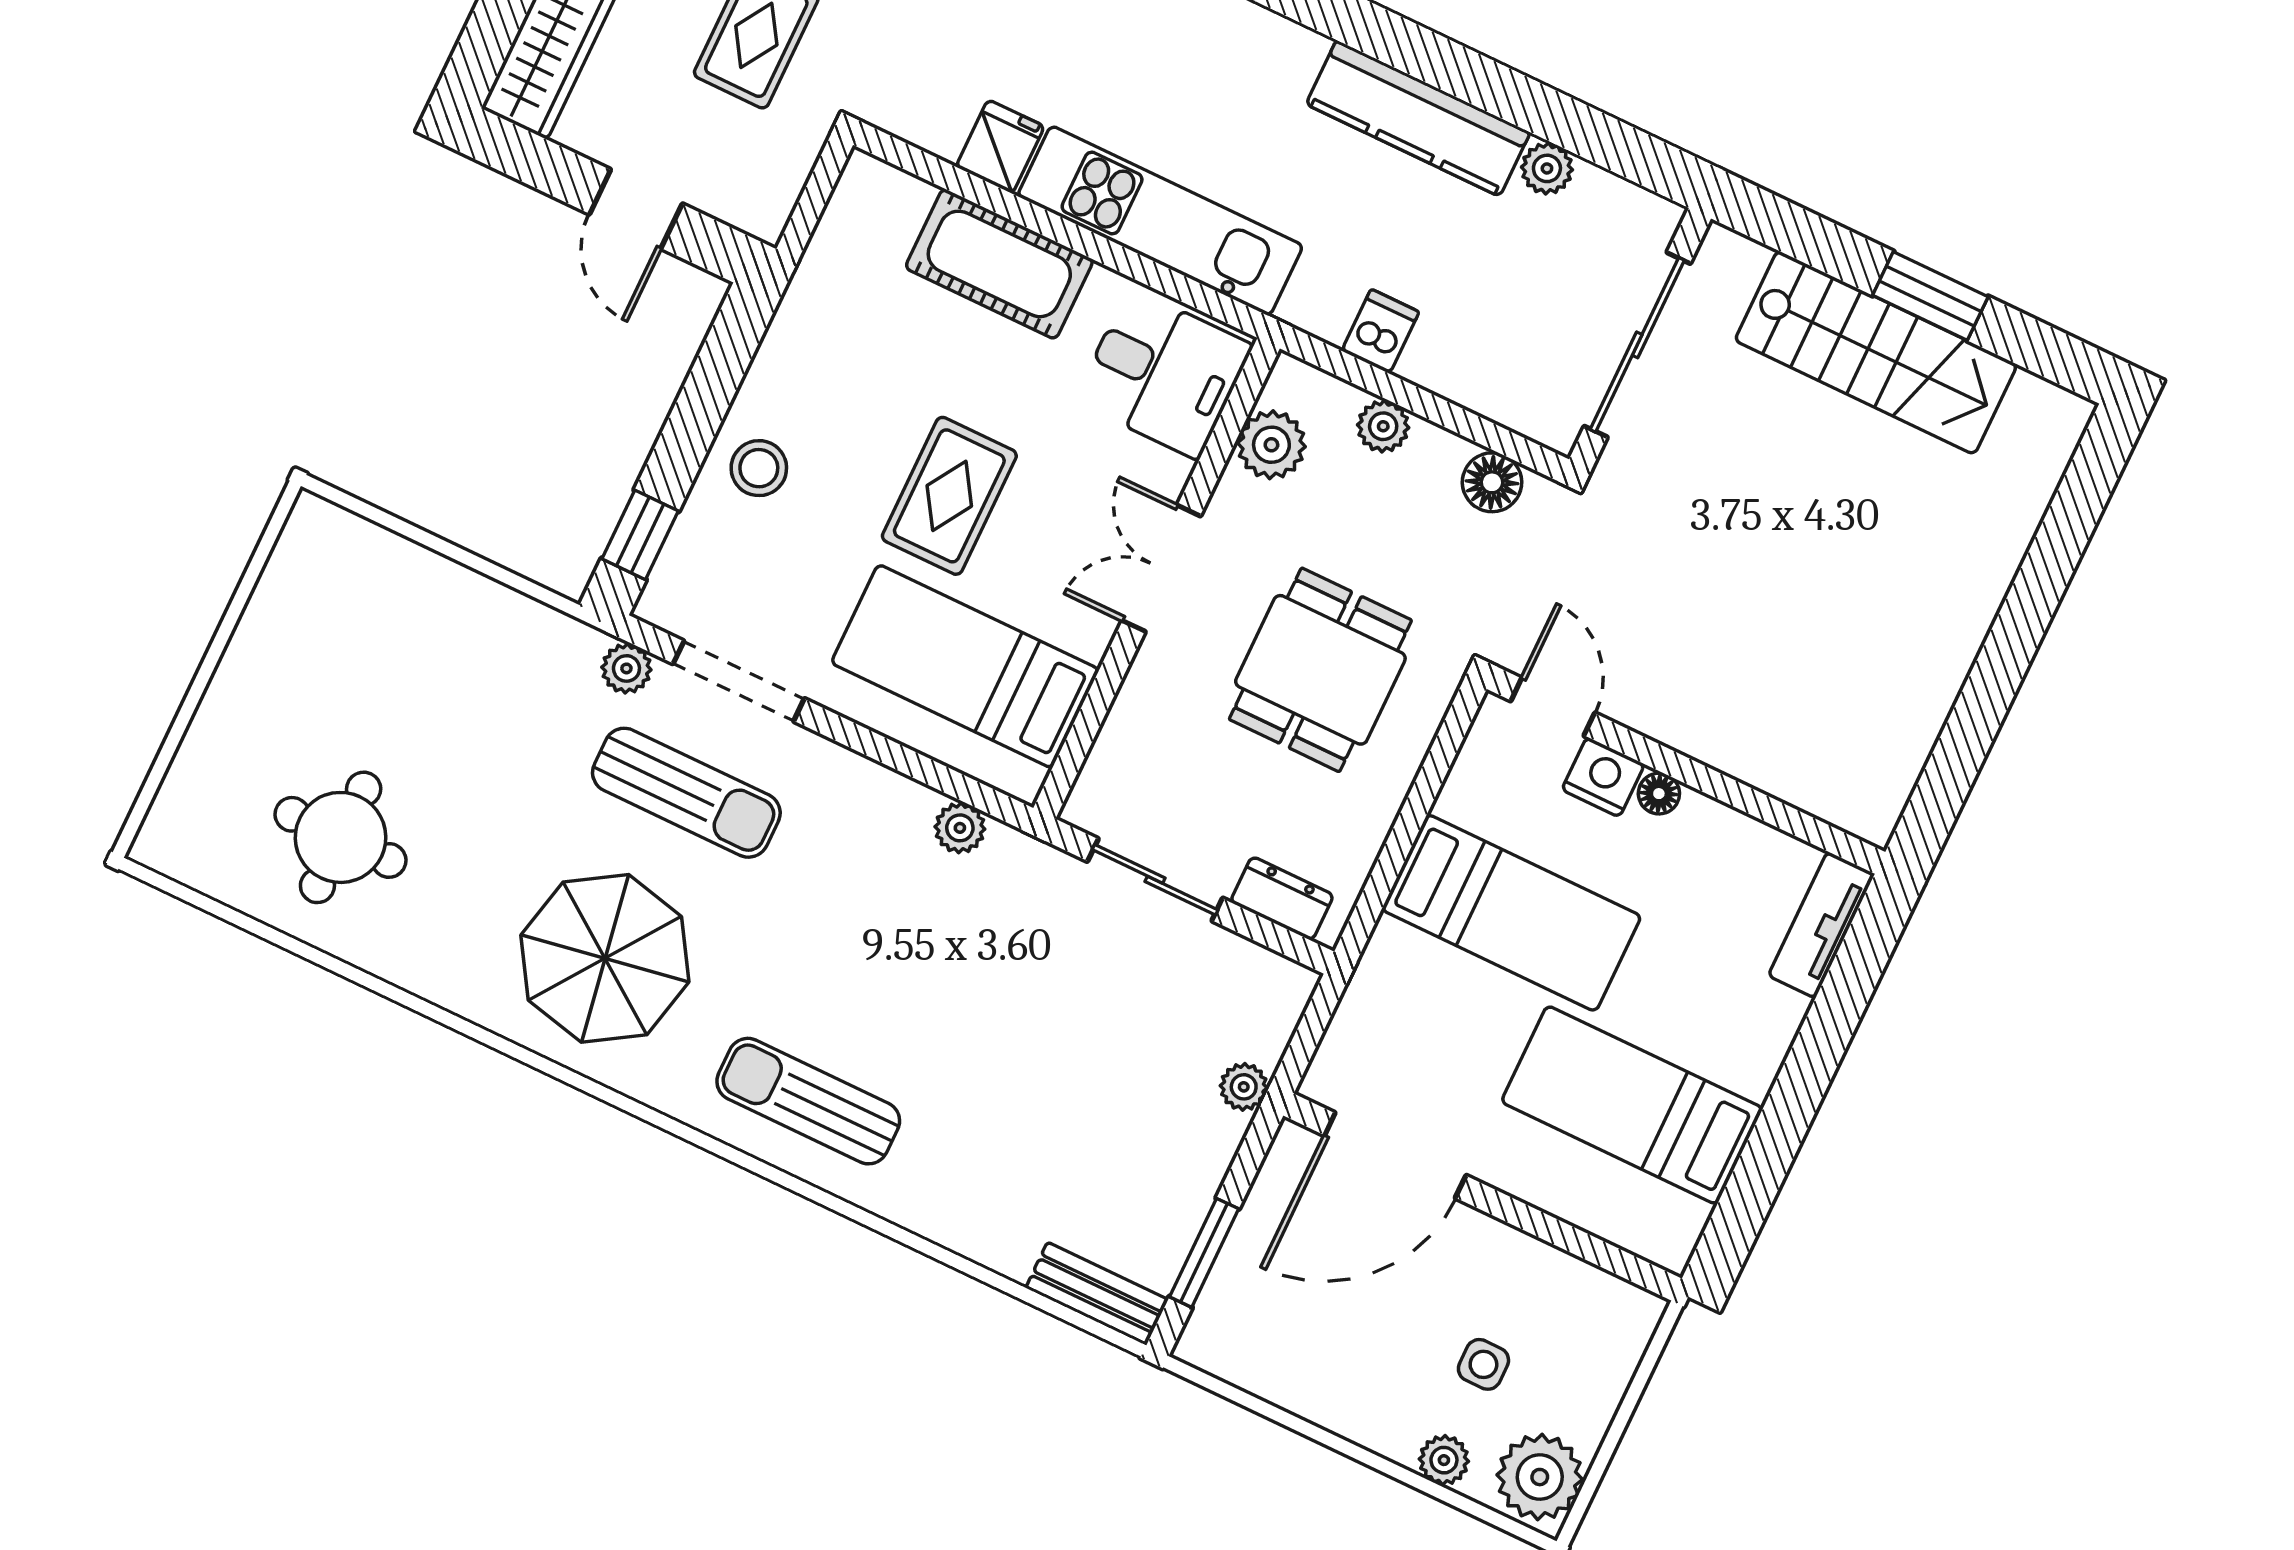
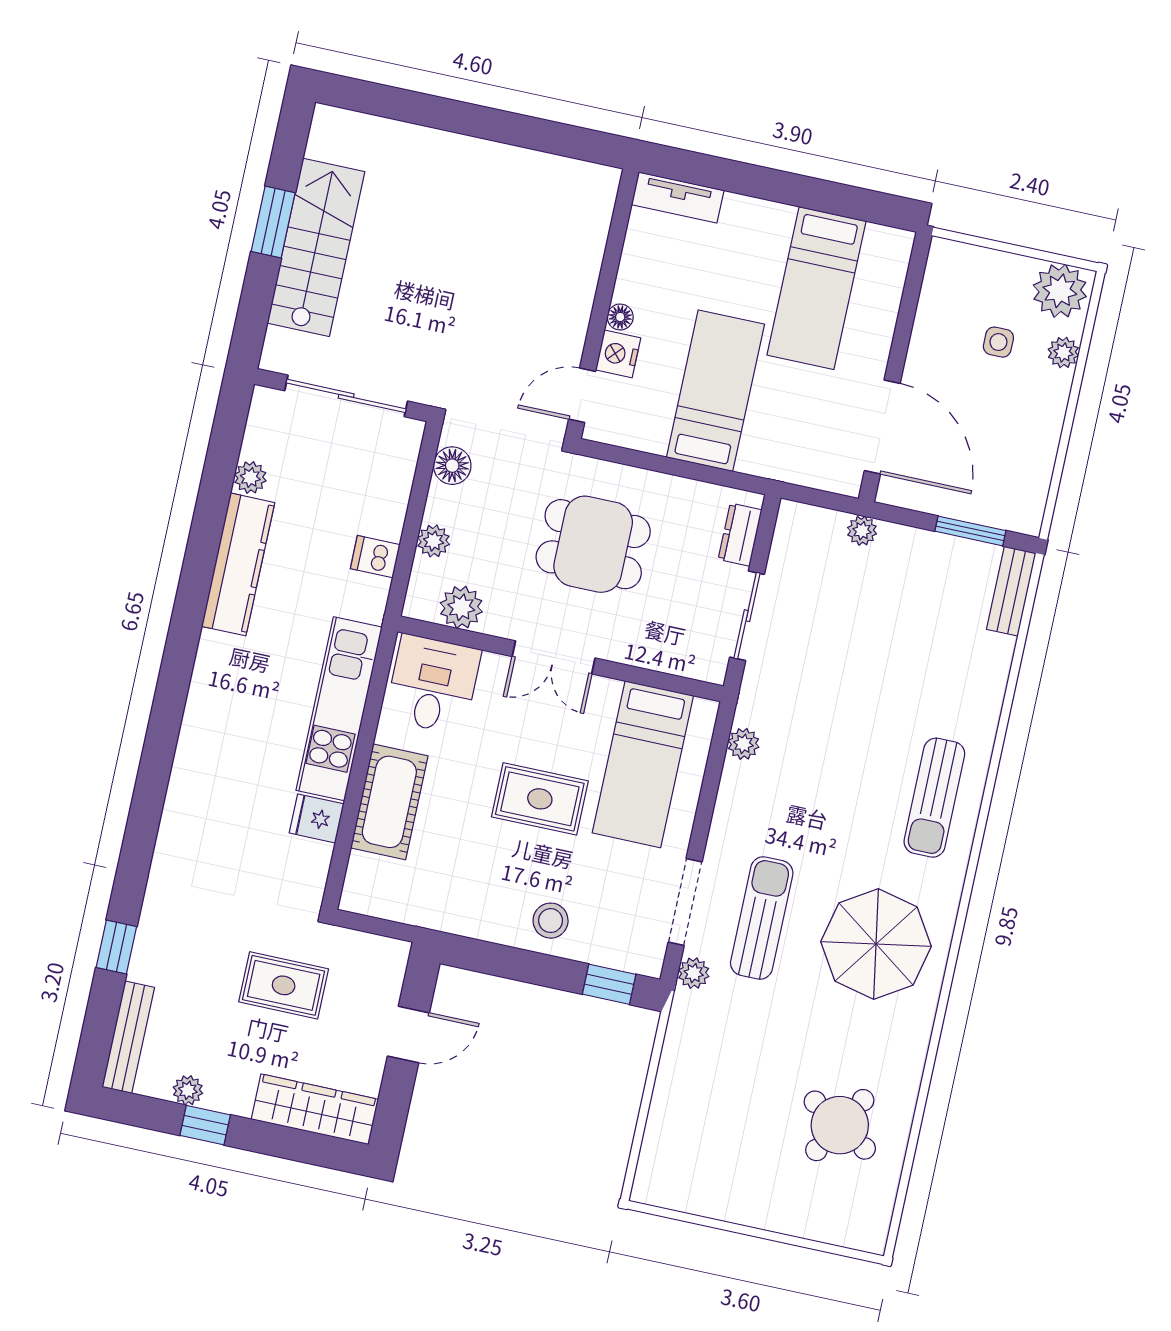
round table: (341, 837) -> (840, 1125), turned 31

